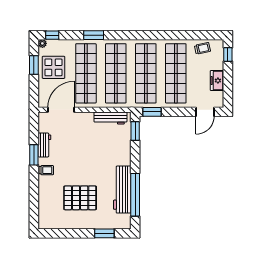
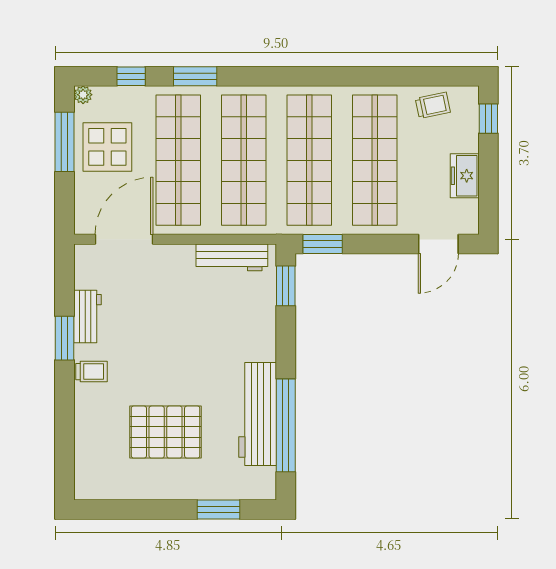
window: (52, 35) -> (131, 76), moved
window: (34, 65) -> (65, 142), width x1.44

